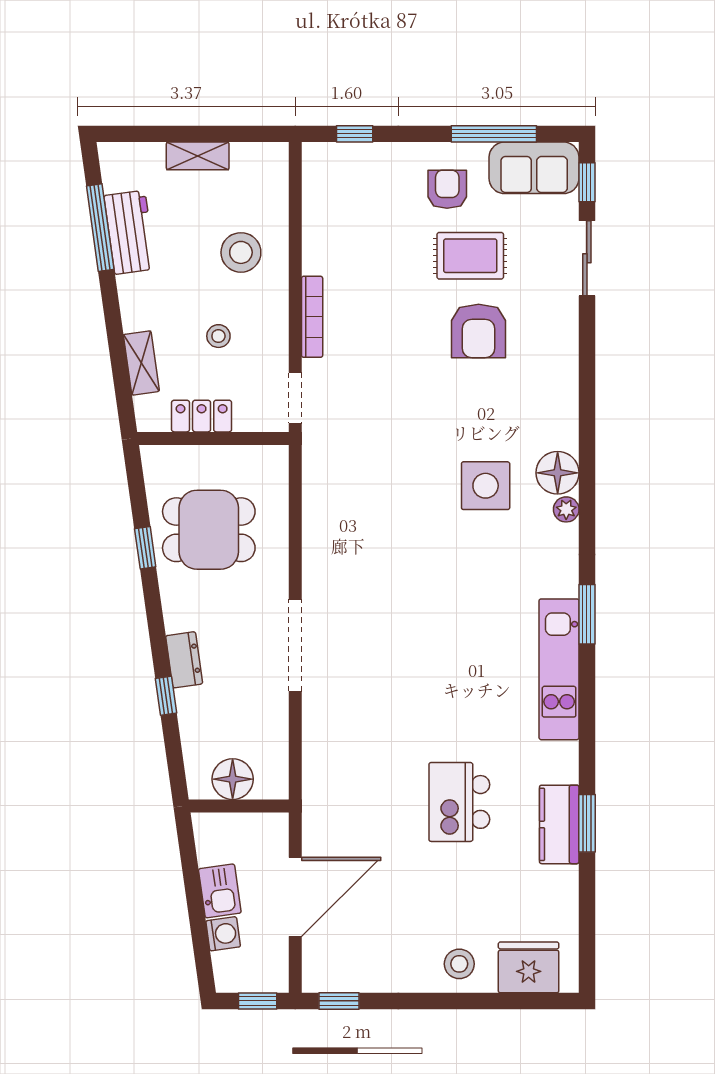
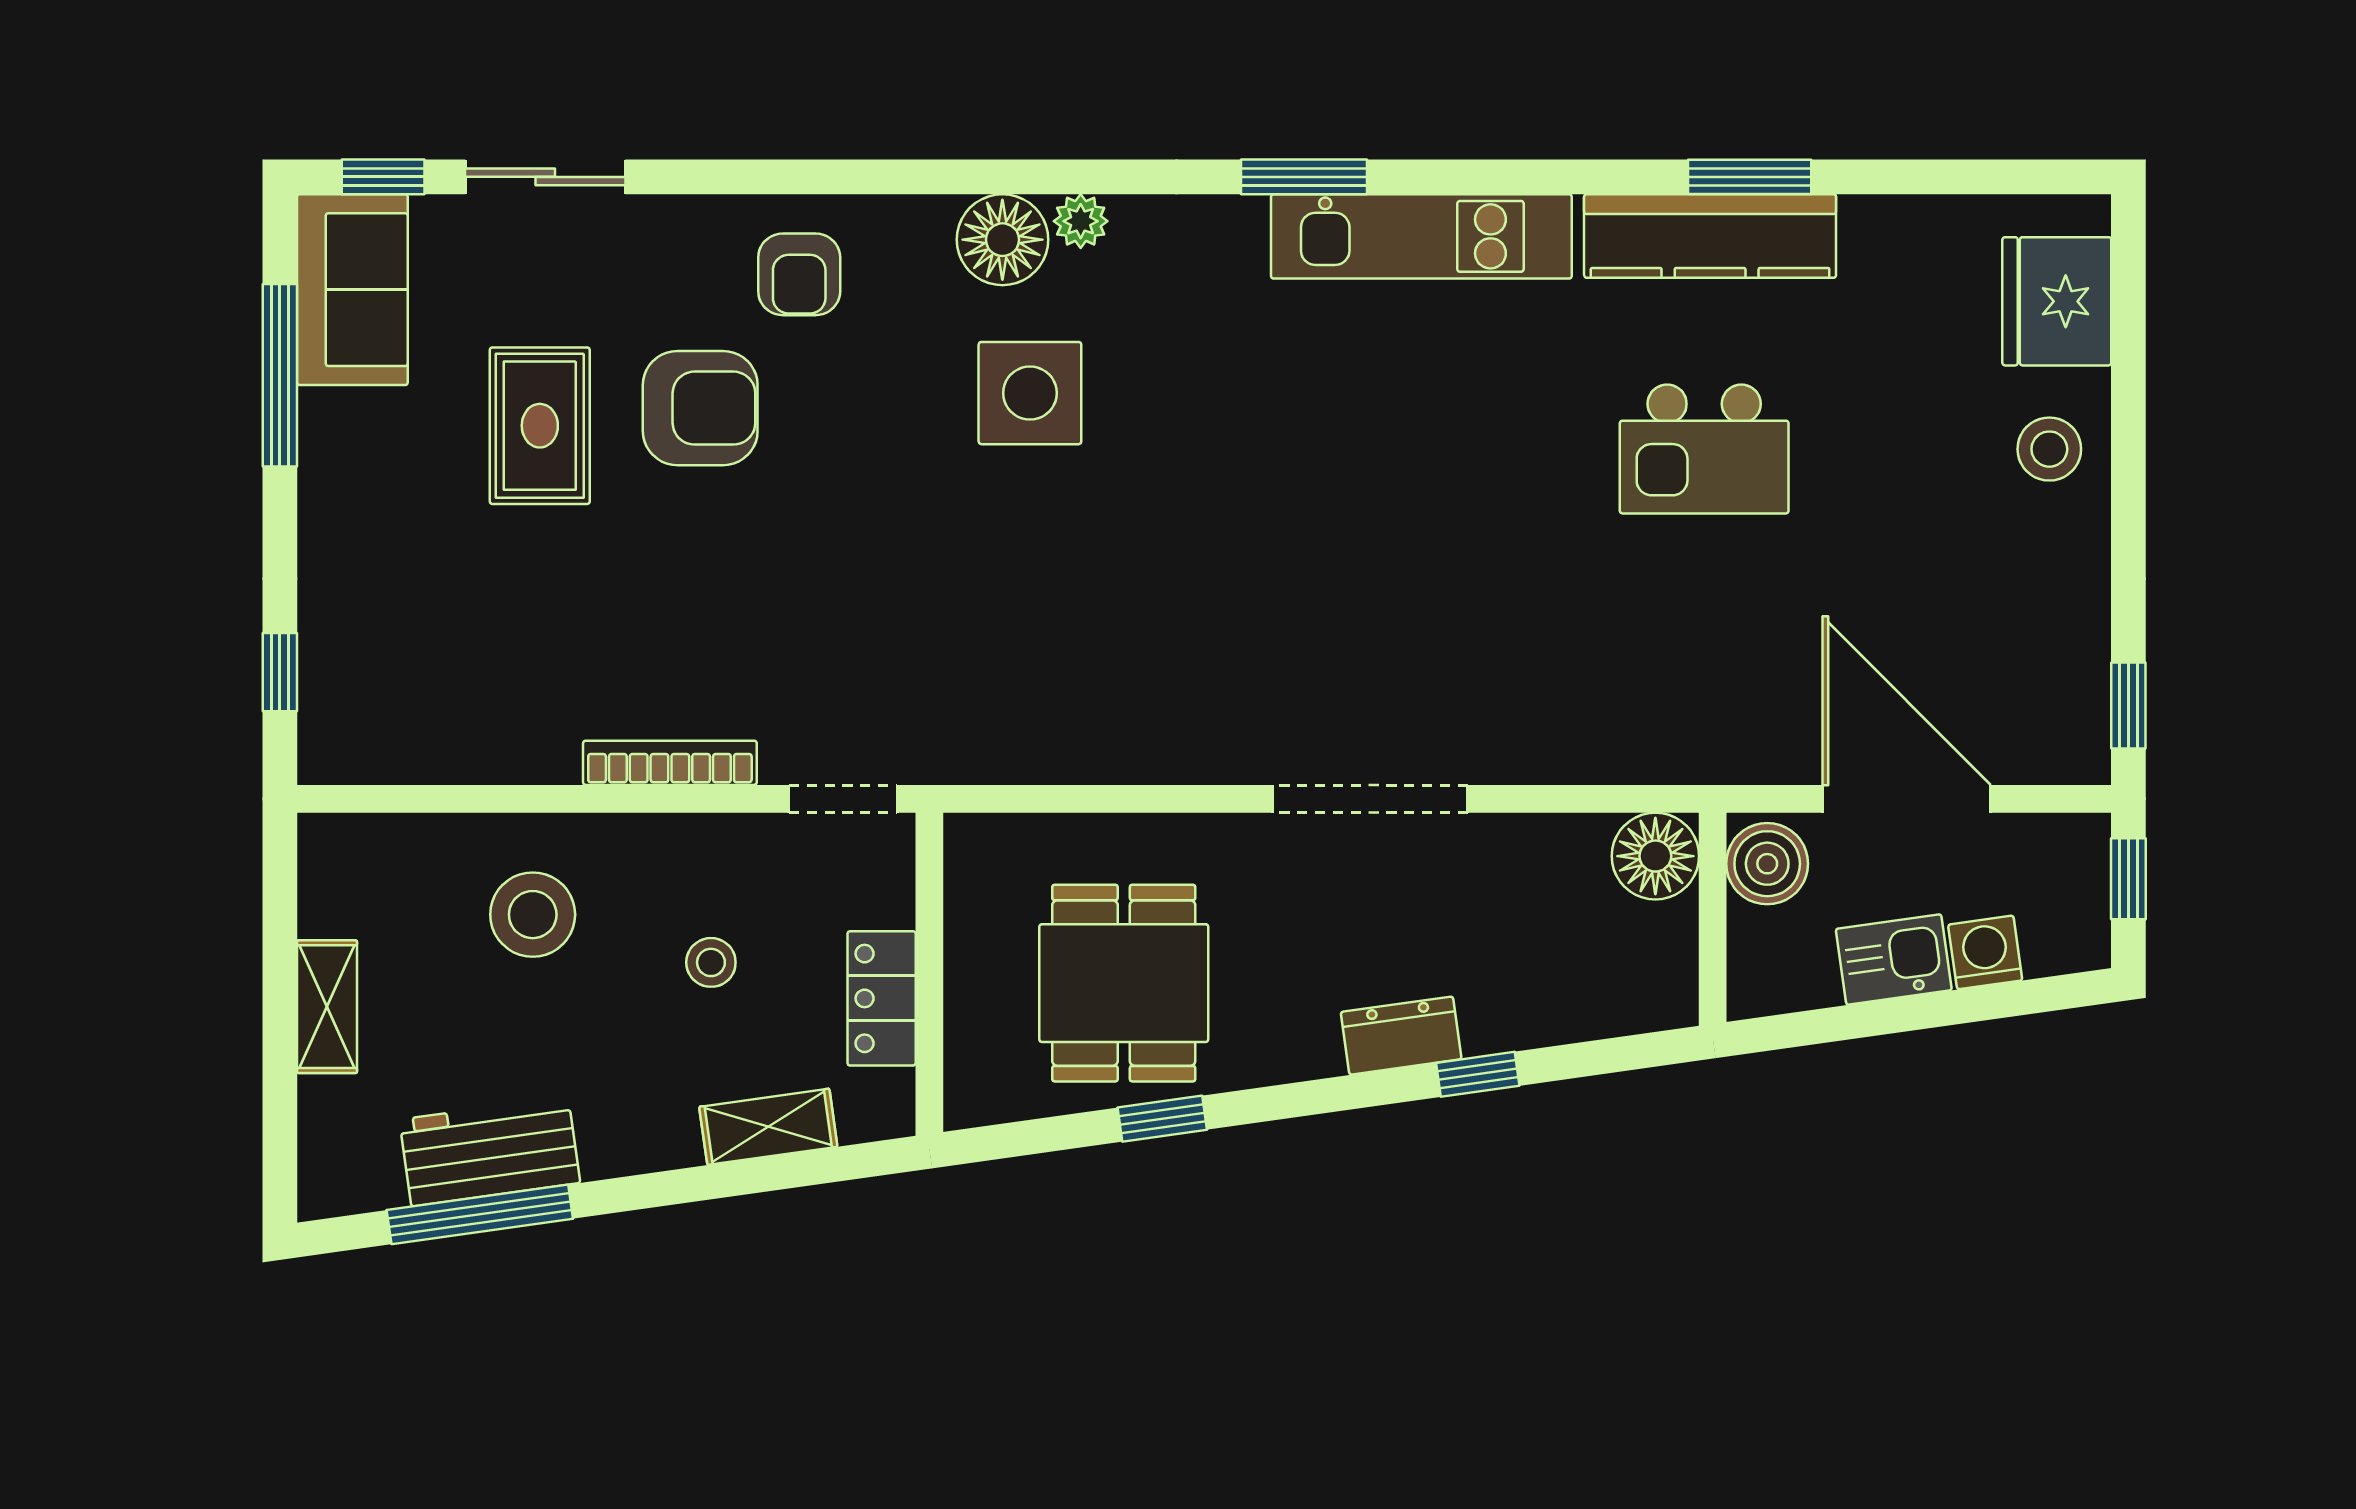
armchair: (447, 189) -> (799, 274), moved, turned -90
floor lamp: (233, 779) -> (1655, 856), moved
kitchen counter: (559, 824) -> (1710, 236), width x1.50
boiler: (265, 832) -> (1767, 864), added

